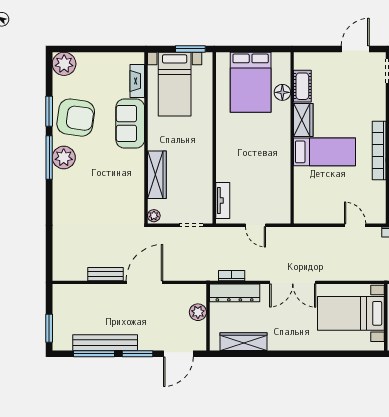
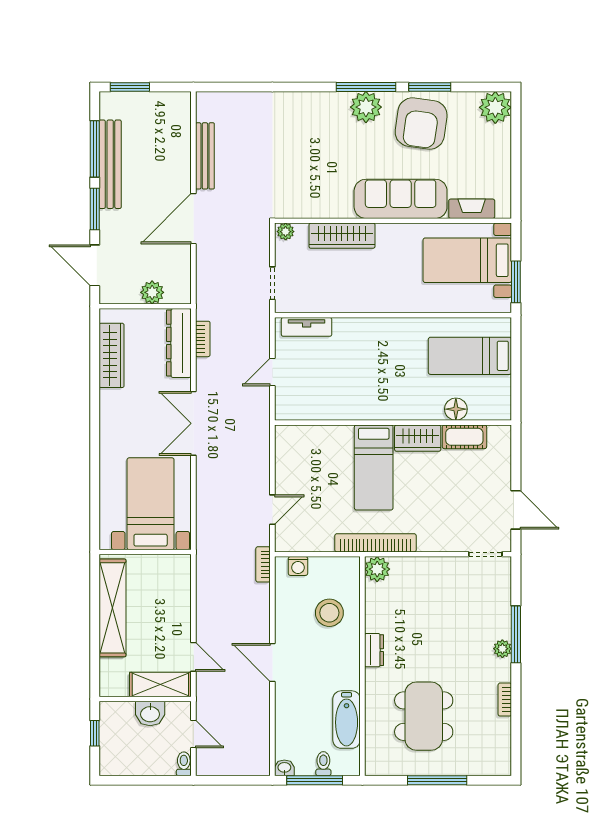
bed: (251, 82) -> (470, 356), width x0.67
sofa: (130, 124) -> (401, 199), width x1.36
bench: (106, 274) -> (205, 156), width x1.36
door: (144, 282) -> (193, 219), swing flipped

